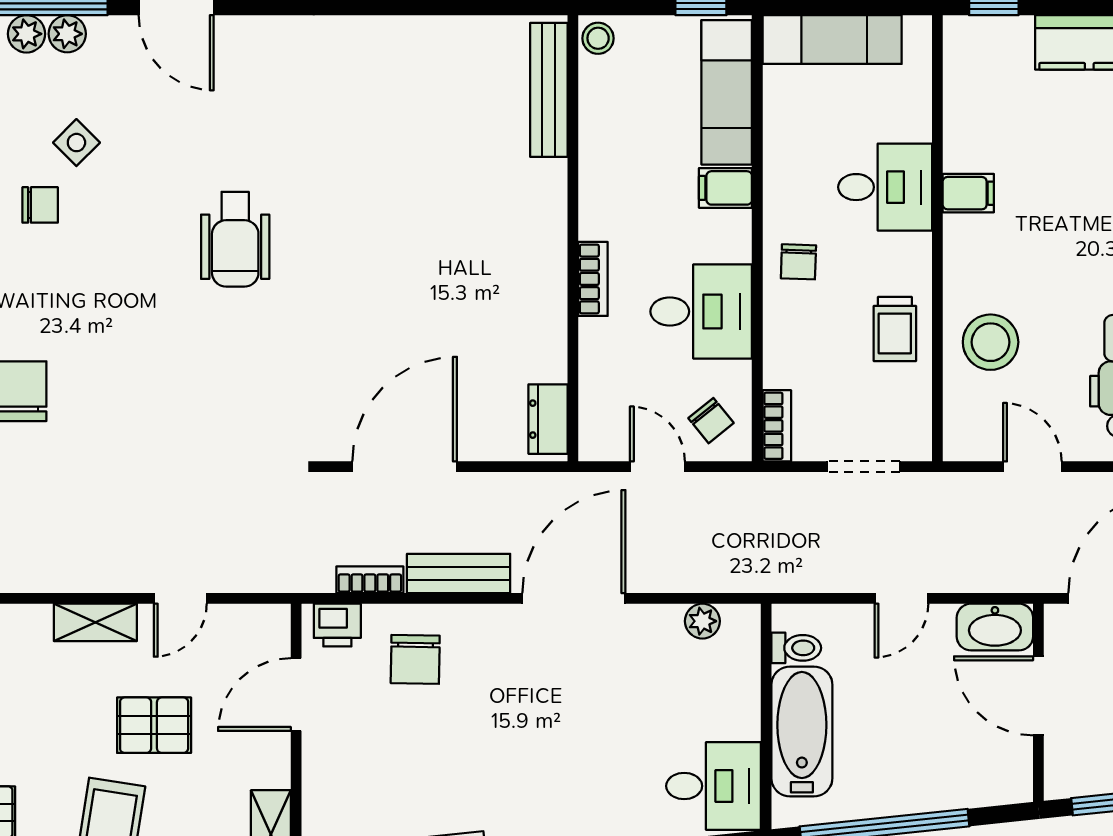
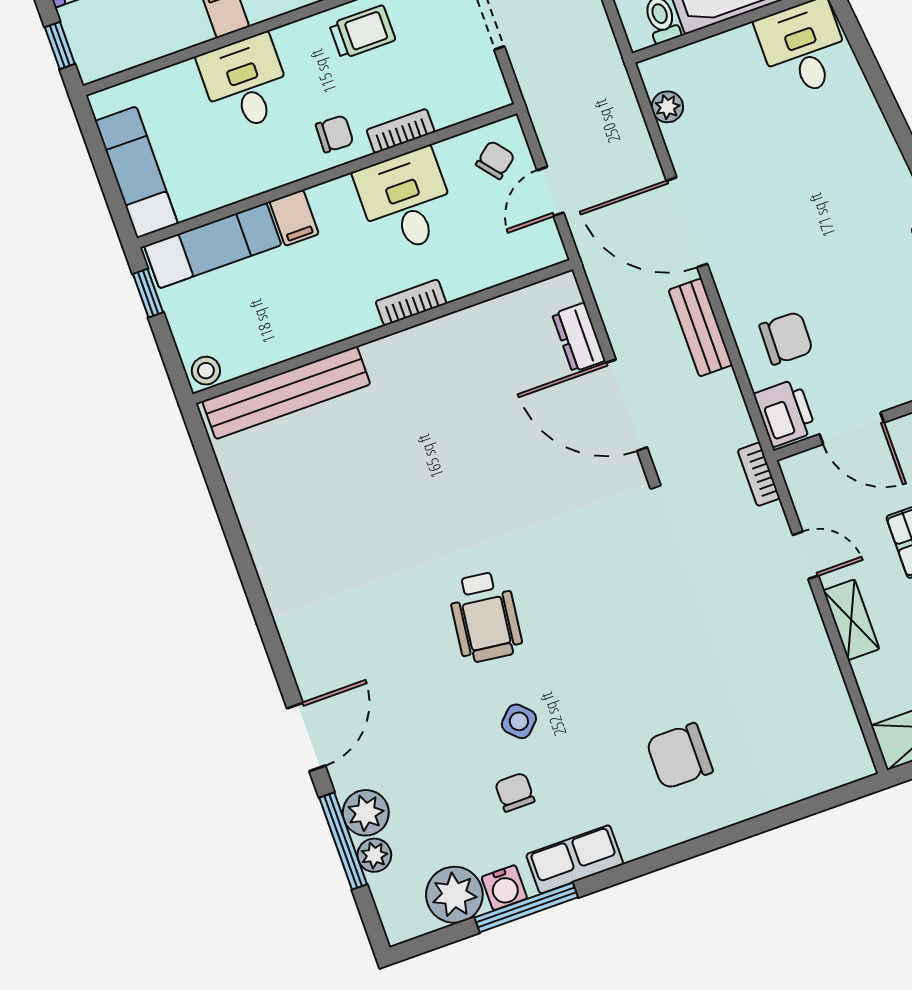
plant: (67, 34) -> (366, 813), width x1.38, depth x1.38
bench: (549, 90) -> (286, 393), width x1.37, depth x1.21
side table: (76, 143) -> (519, 721), moved
wheelchair: (235, 239) -> (485, 617), turned 97
dresser: (548, 419) -> (579, 337), moved, turned 90
bookcase: (777, 426) -> (401, 131), moved
bookcase: (370, 580) -> (759, 474), moved
printer: (337, 625) -> (785, 413), width x1.36, depth x1.24

